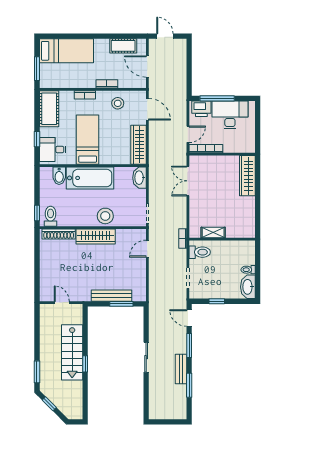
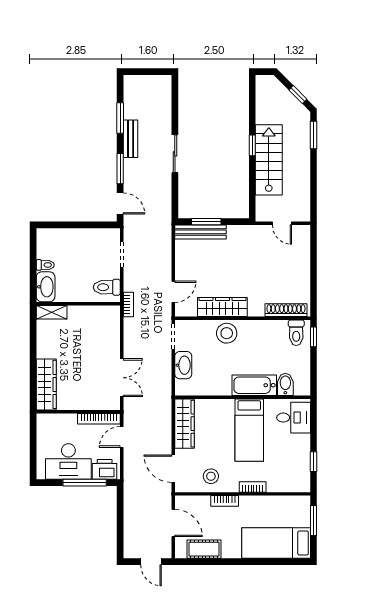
cot: (49, 109) -> (298, 469), removed
window: (37, 139) -> (313, 462), moved
bathtub: (90, 178) -> (254, 385), width x0.73, depth x0.73
washbasin: (139, 178) -> (183, 365), moved
shelving: (213, 232) -> (52, 312), moved
wardrobe: (96, 237) -> (222, 307), moved
washbasin: (248, 287) -> (46, 287), moved
bench: (112, 296) -> (201, 232), moved
window: (217, 301) -> (85, 225), removed

